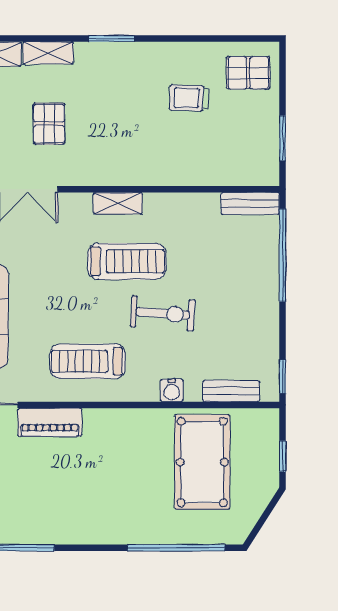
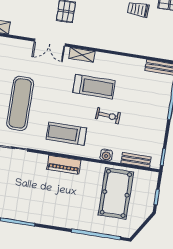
shelving: (118, 203) -> (82, 55), moved
exercise bike: (163, 313) -> (108, 116), width x0.73, depth x0.72
piano: (50, 422) -> (64, 165), moved

